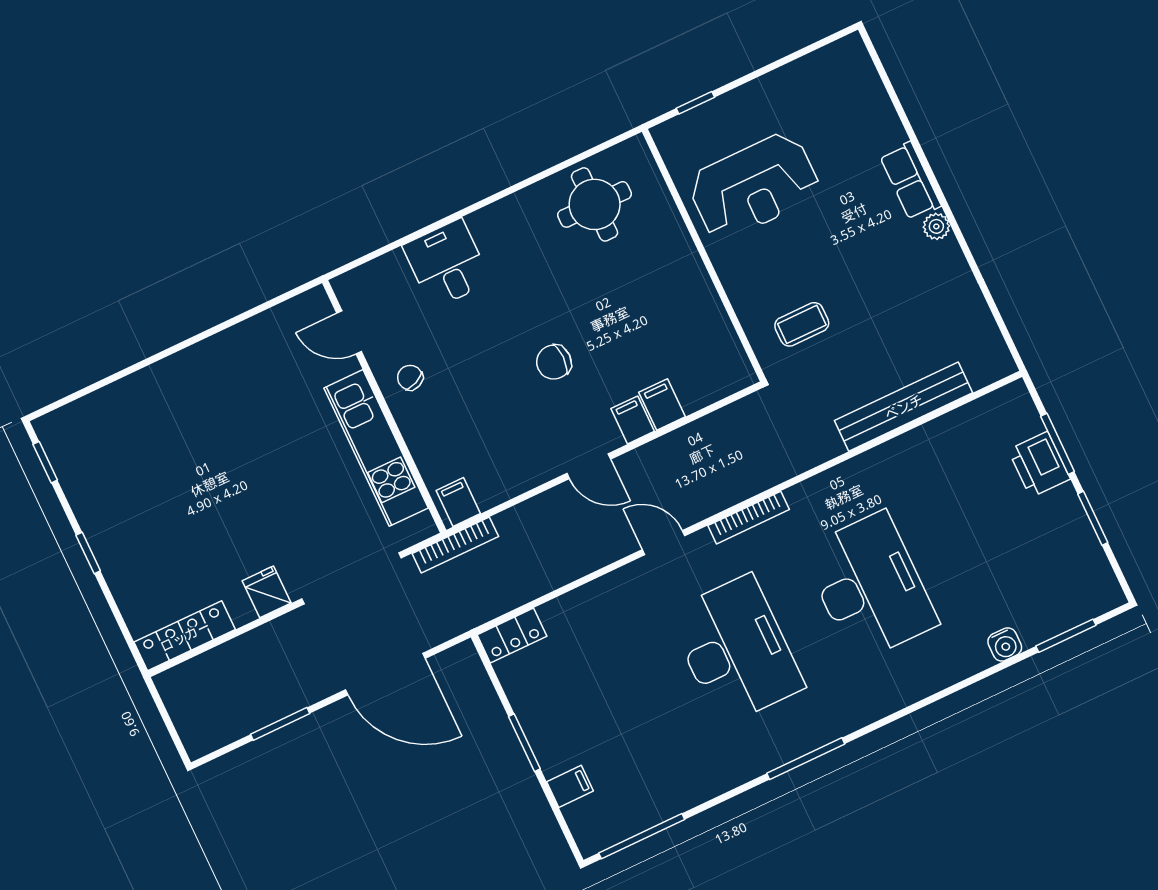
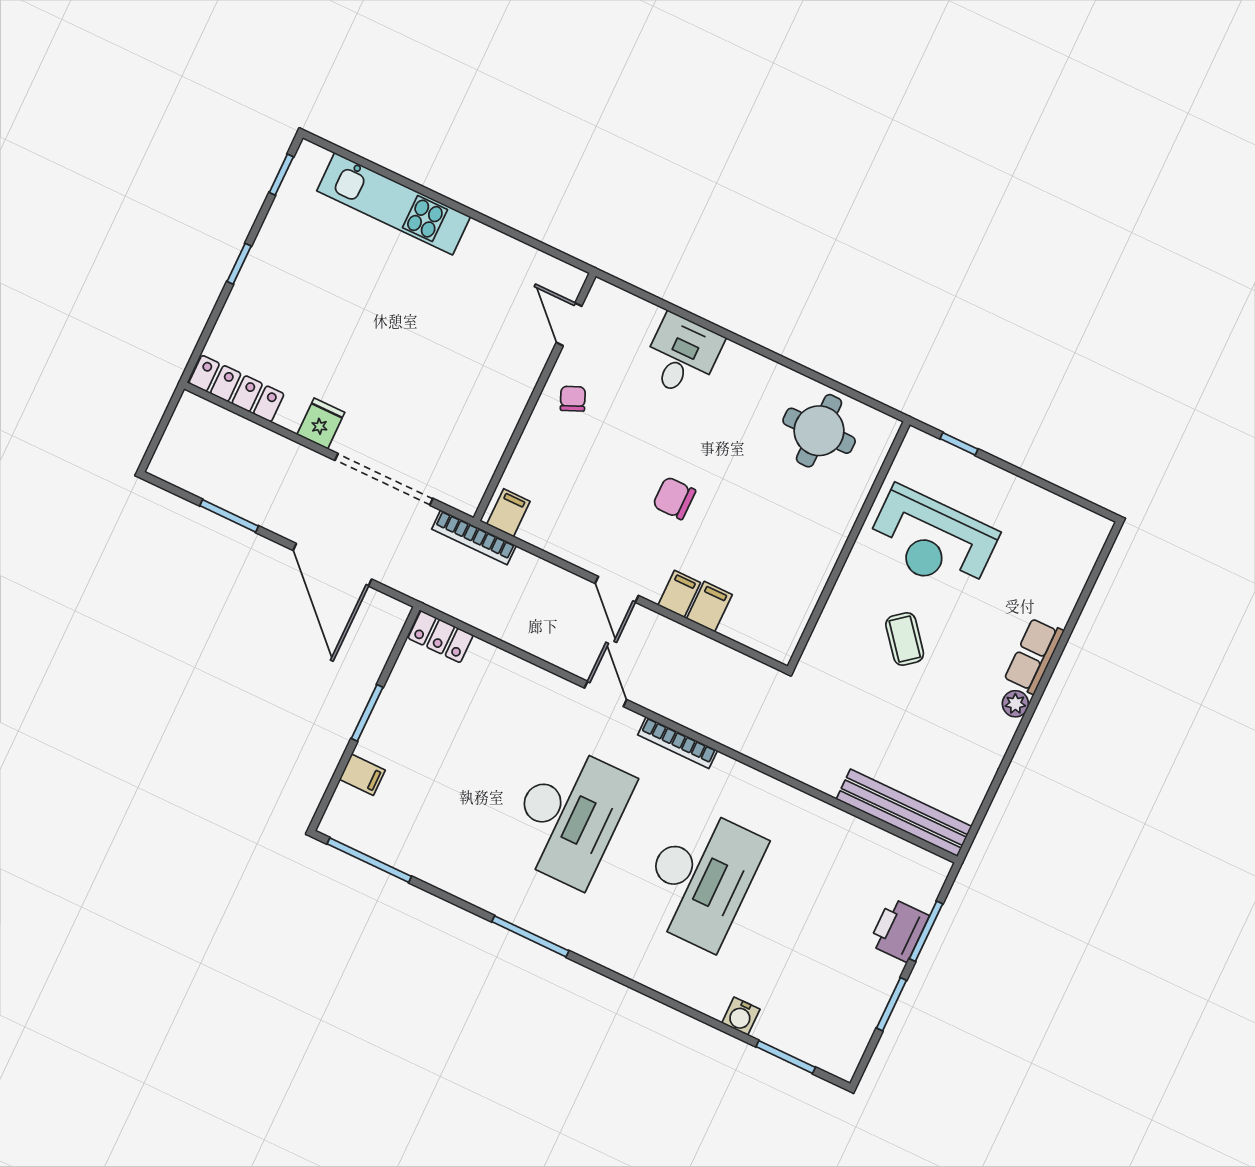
coffee table: (802, 324) -> (905, 639), moved, turned 51
bench: (904, 407) -> (904, 813), moved
kitchen unit: (376, 448) -> (394, 204), moved, turned -90

